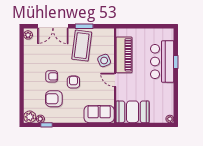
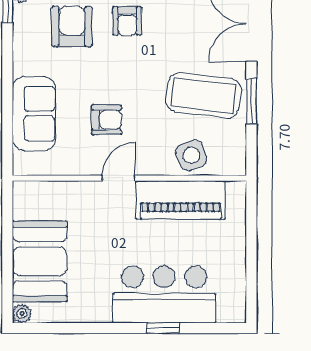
side table: (104, 60) -> (191, 155), moved
armchair: (73, 82) -> (106, 120), moved
booth: (133, 112) -> (40, 261), moved
sofa: (99, 114) -> (34, 114), moved

